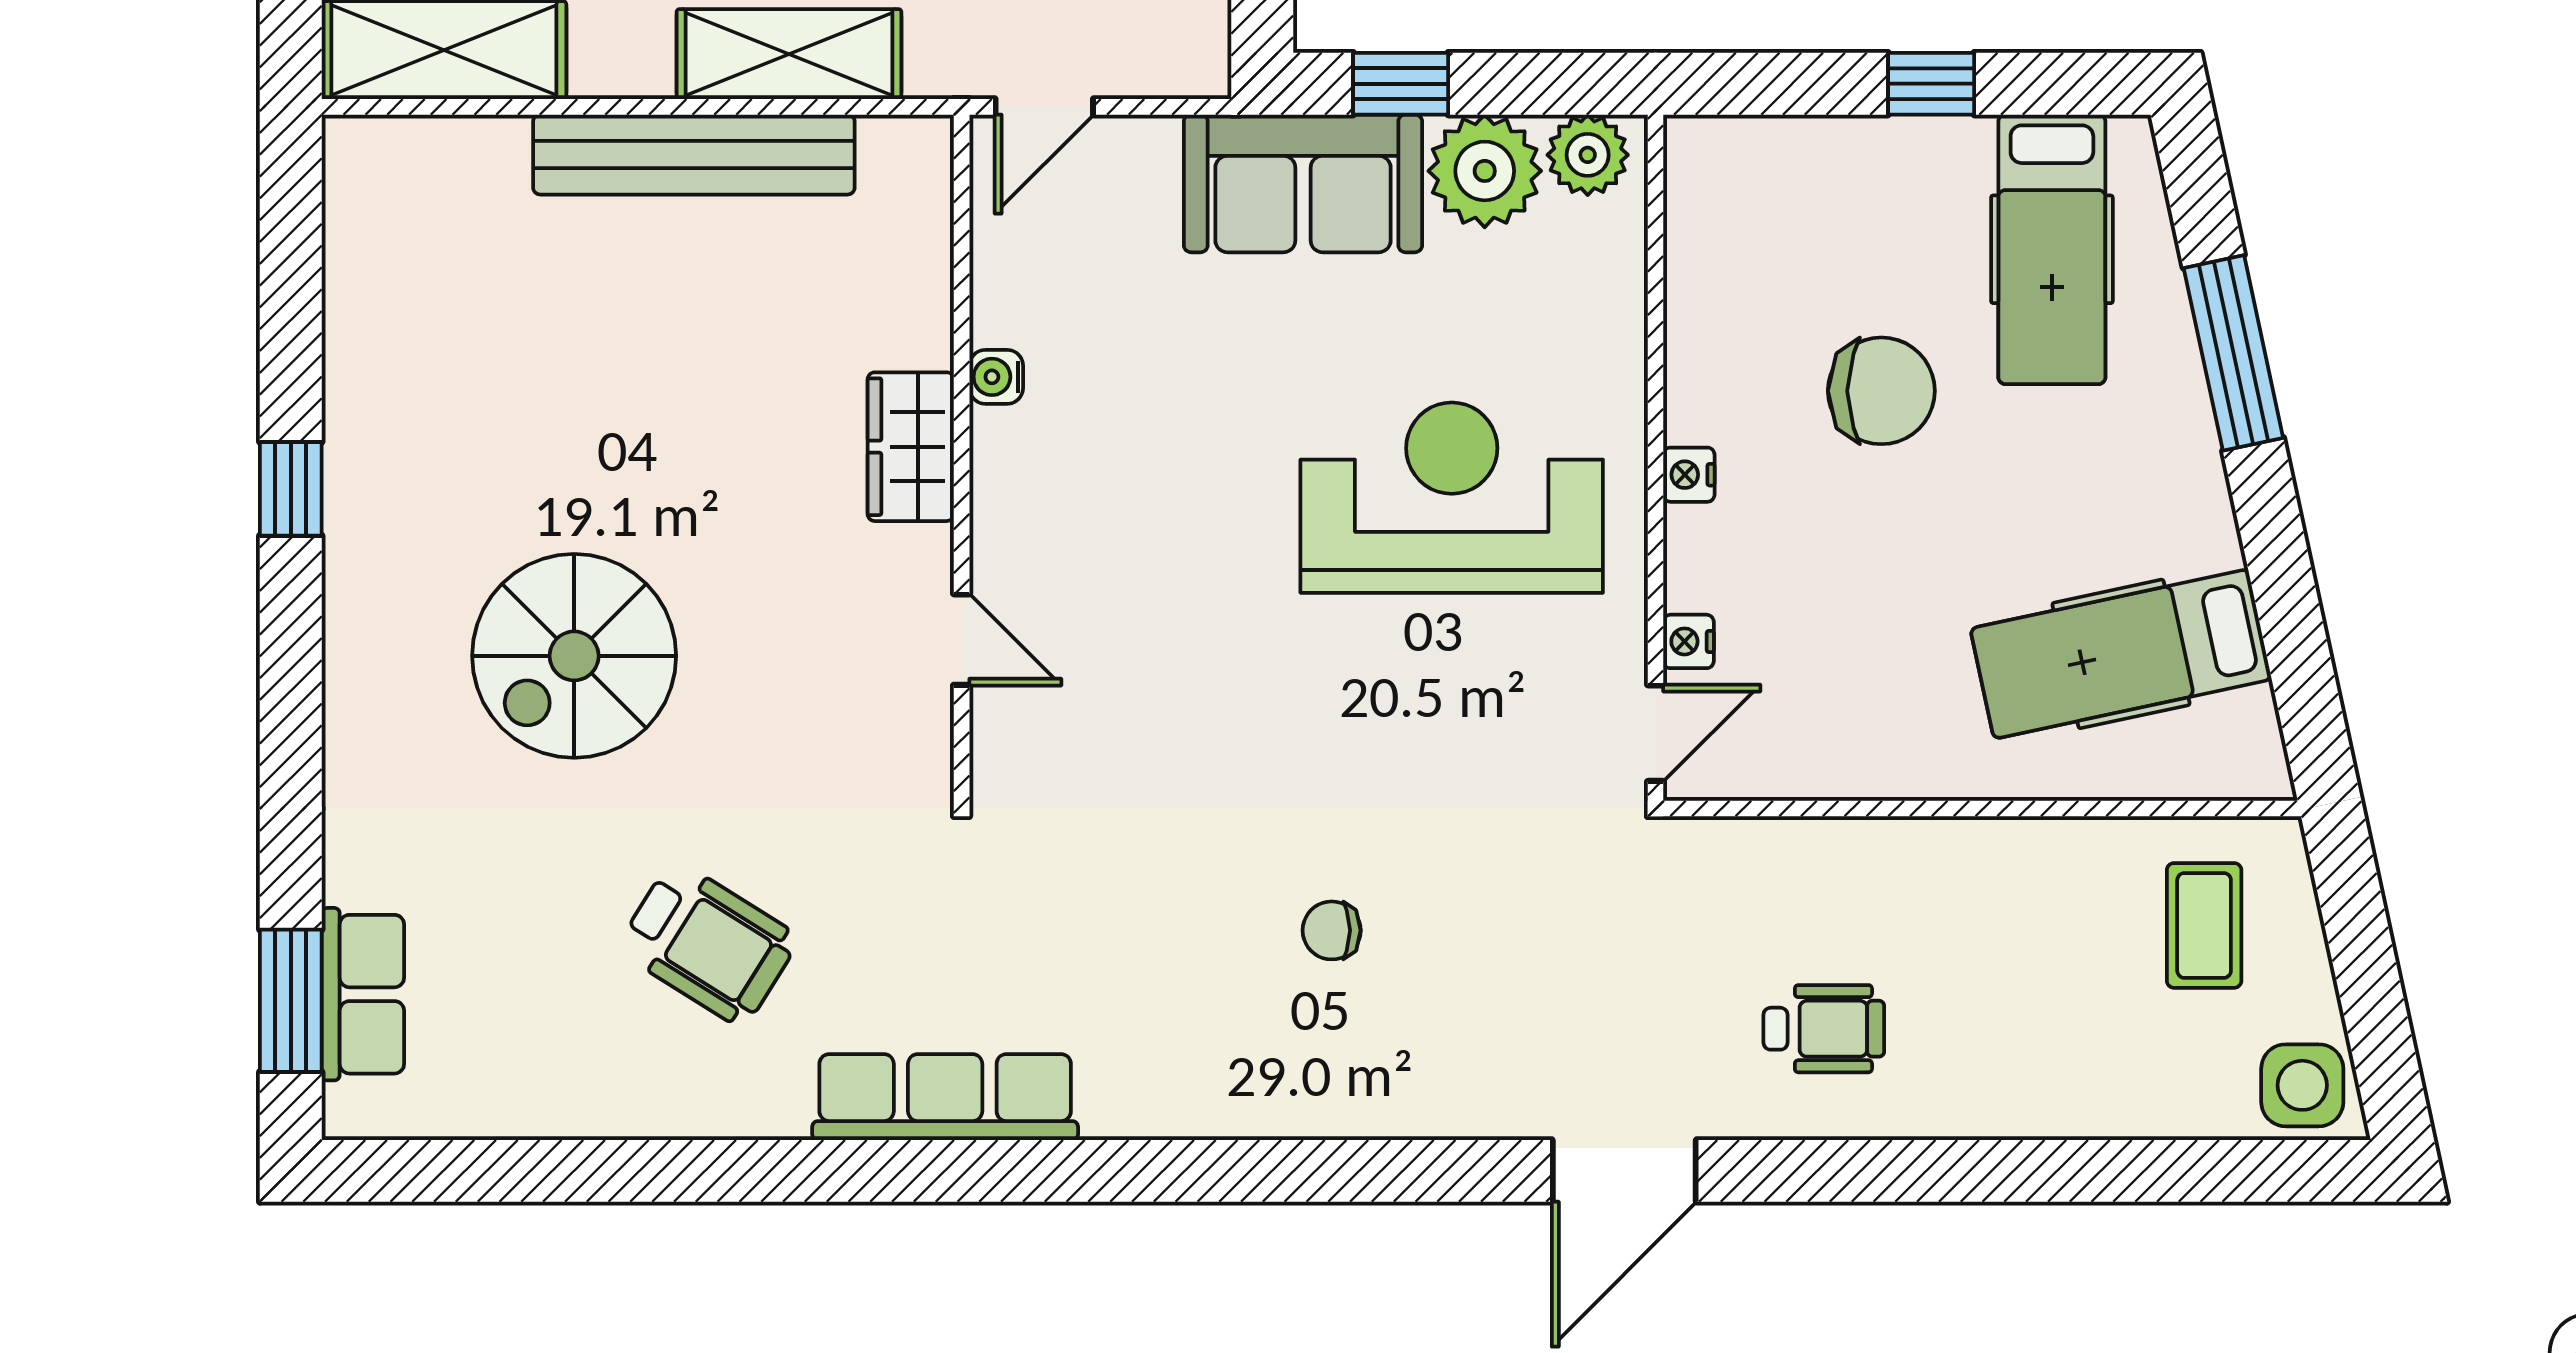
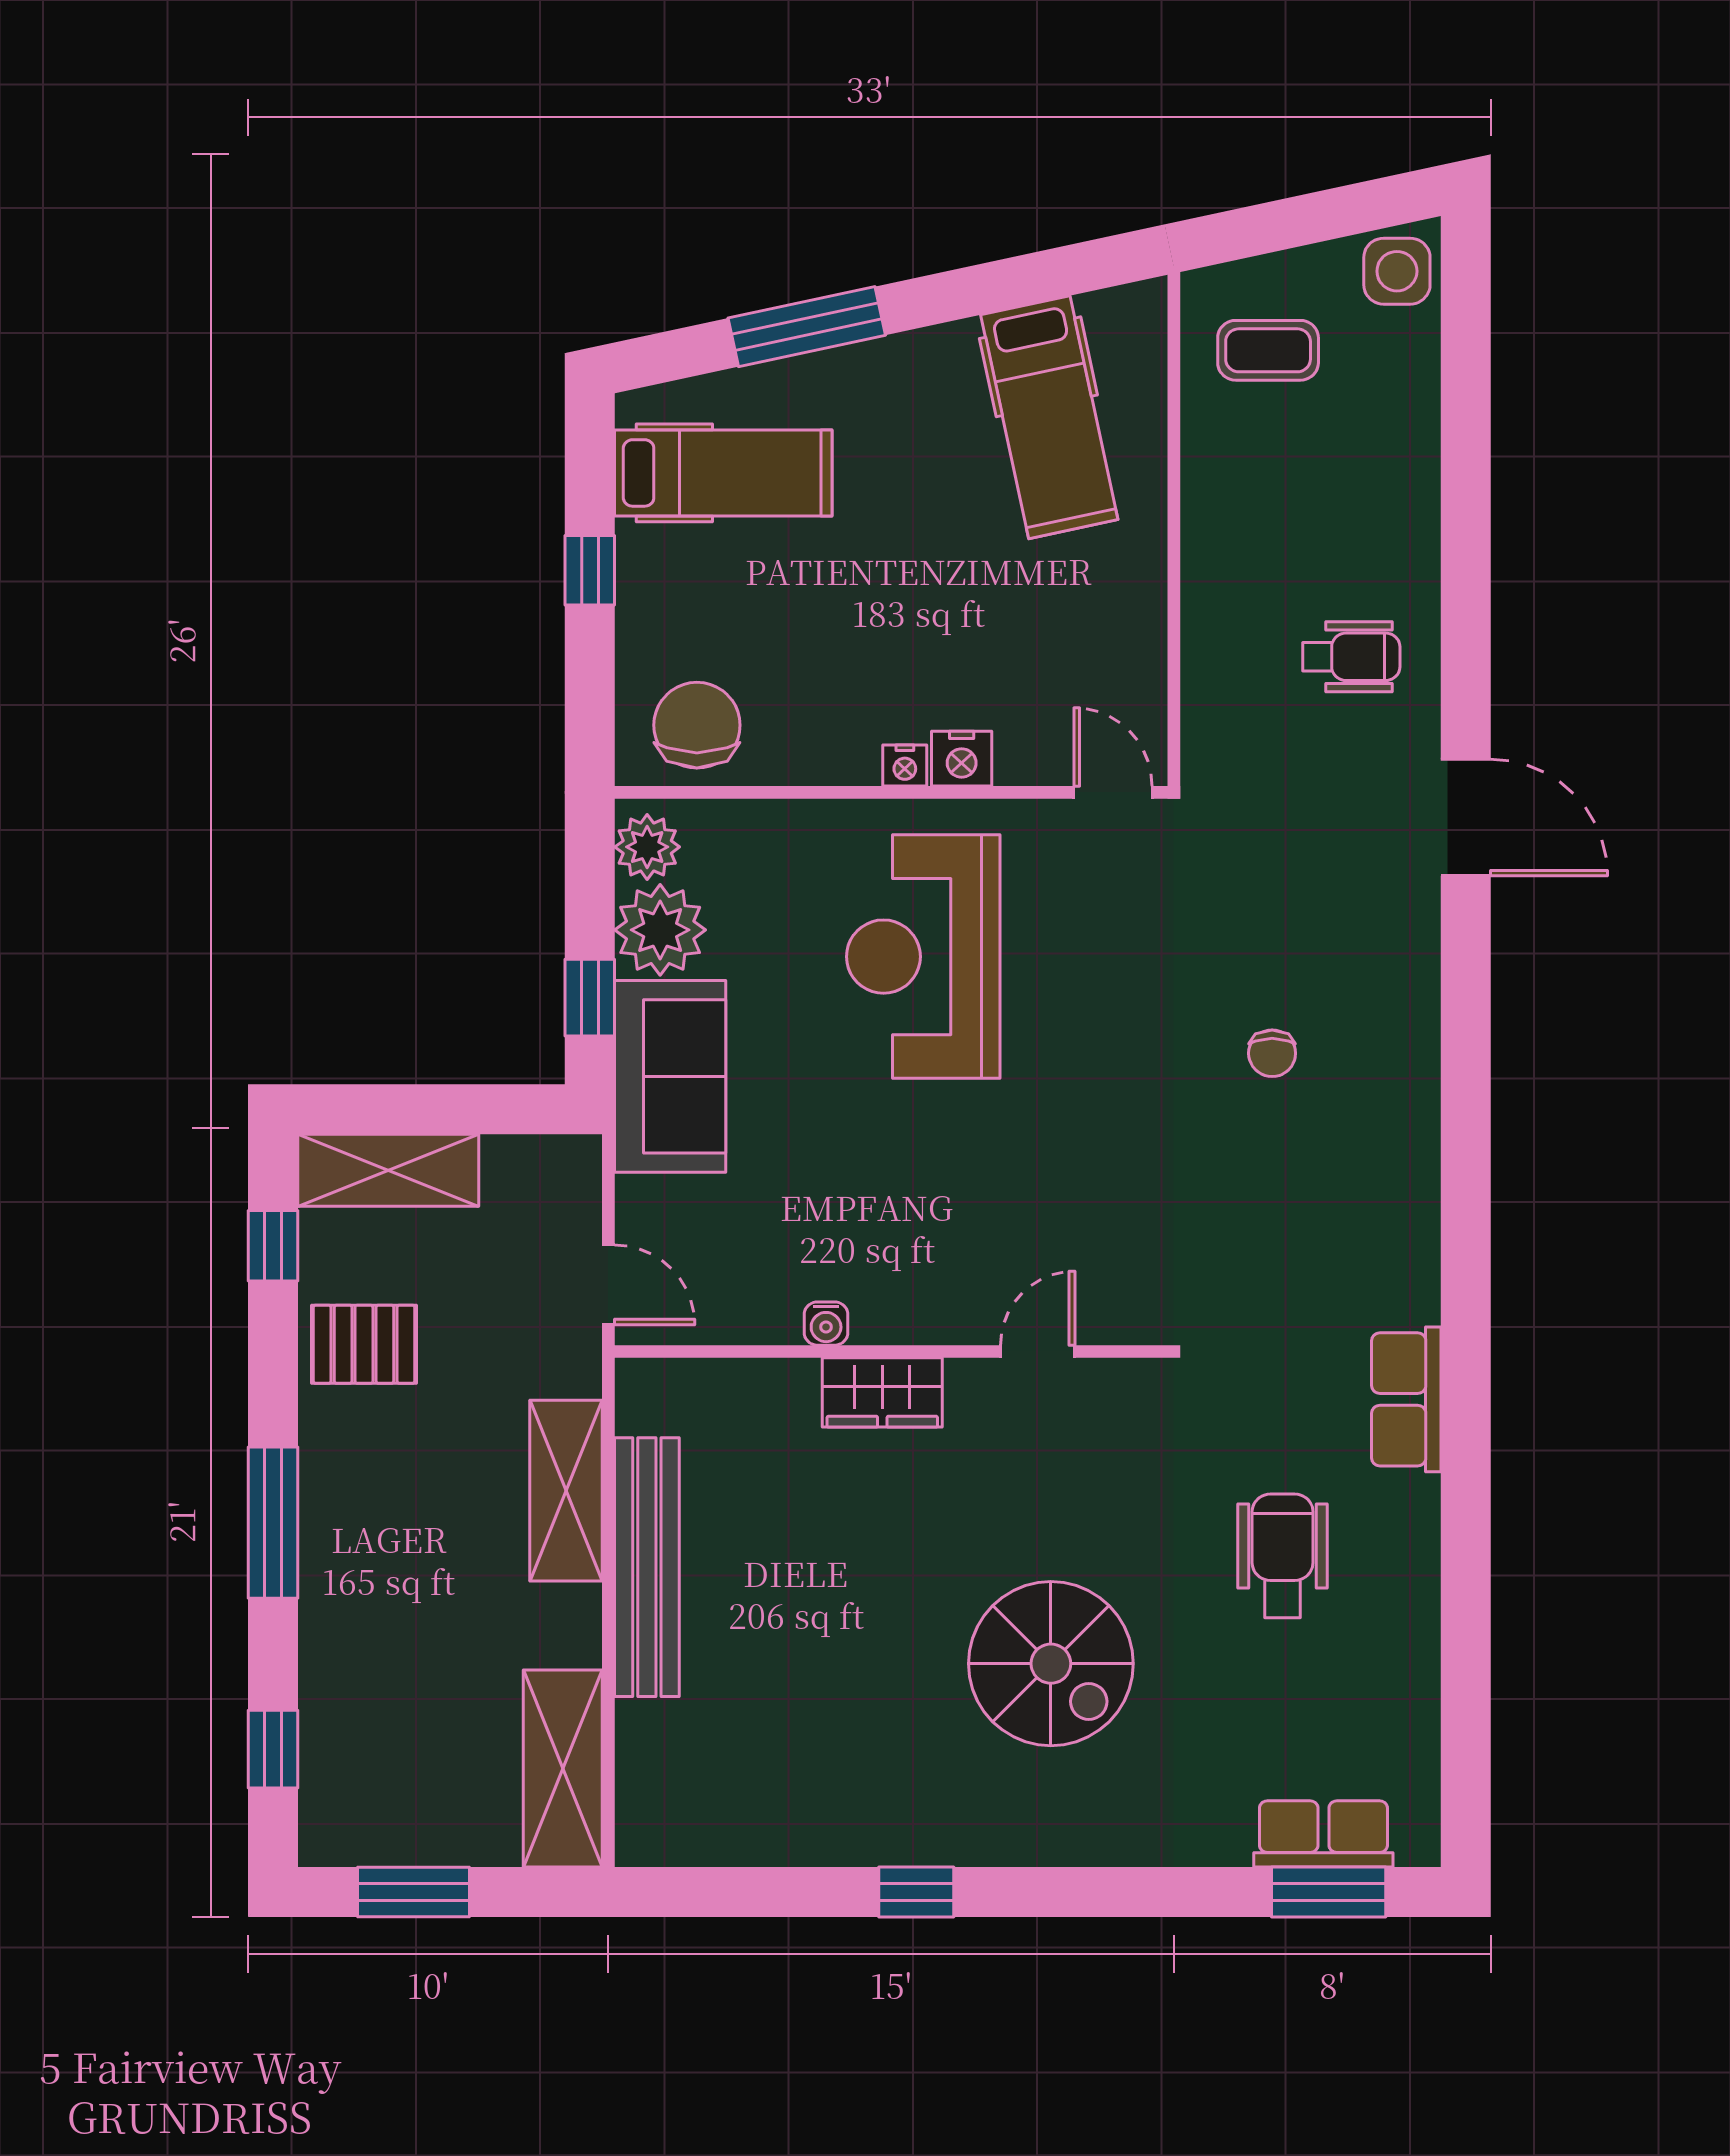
chair: (1881, 391) -> (697, 725), moved
nightstand: (1688, 641) -> (962, 759), moved, width x1.39, depth x1.35
wheelchair: (708, 943) -> (1283, 1556), turned -32
wheelchair: (1824, 1029) -> (1351, 657), turned 90
row of seats: (945, 1097) -> (1406, 1399), width x0.68

